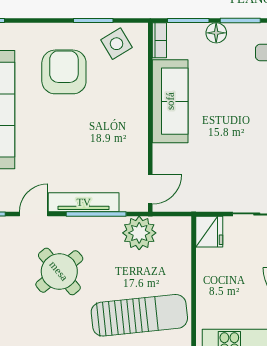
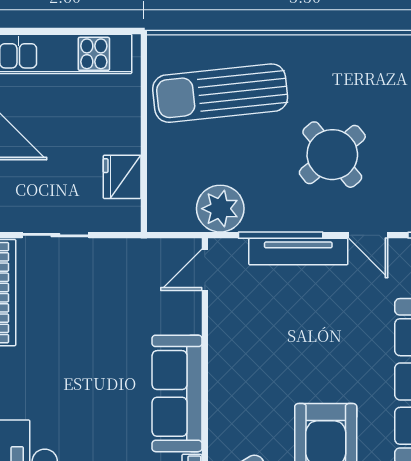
door: (34, 214) -> (368, 235), hinge flipped
fridge: (209, 232) -> (122, 177), moved

